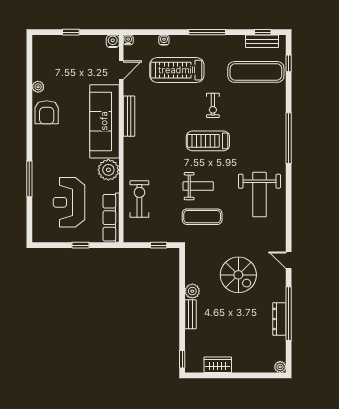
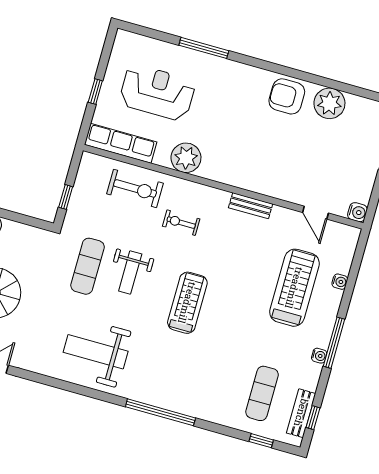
water cooler: (128, 40) -> (319, 356), moved
exercise mat: (256, 72) -> (262, 393), width x0.73, depth x0.69
plant: (38, 87) -> (329, 103), width x1.87, depth x1.87
exercise bike: (213, 105) -> (181, 223), moved
bench: (129, 116) -> (251, 206), width x0.73
sofa: (104, 121) -> (253, 171), removed

